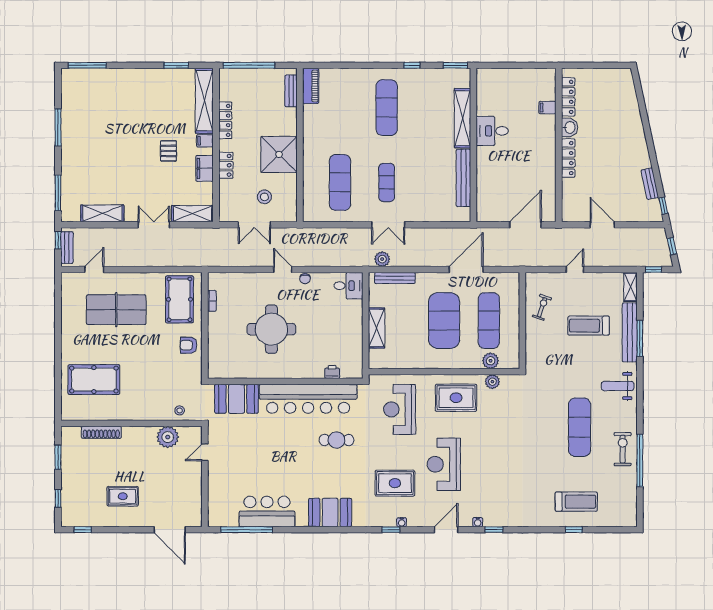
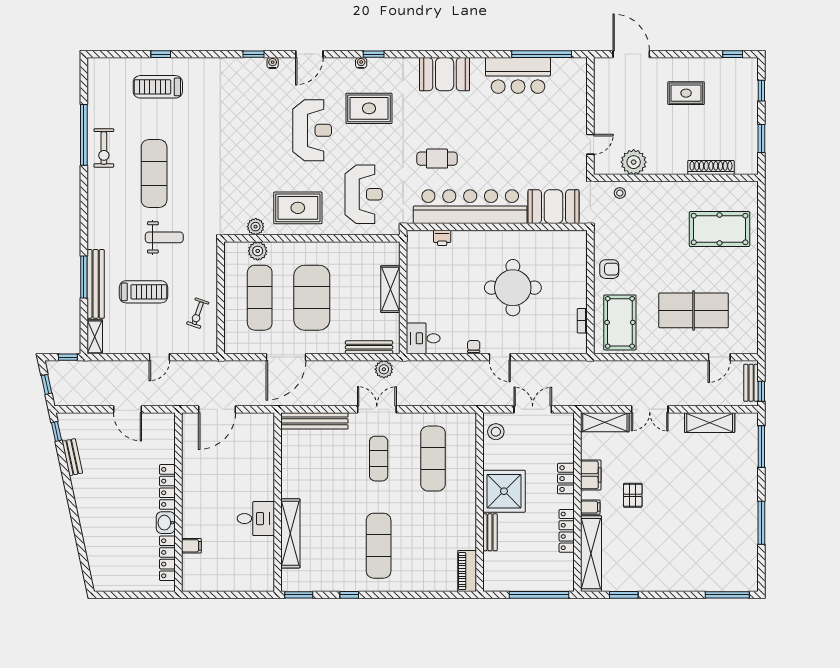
bench: (291, 91) -> (490, 532), moved
bench: (463, 178) -> (314, 421), moved, turned 90
stool: (264, 197) -> (496, 432), moved
weight bench: (618, 386) -> (164, 237), moved

